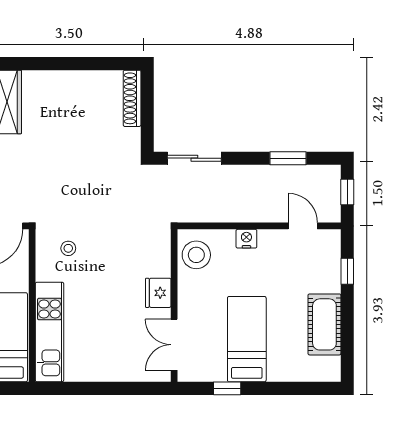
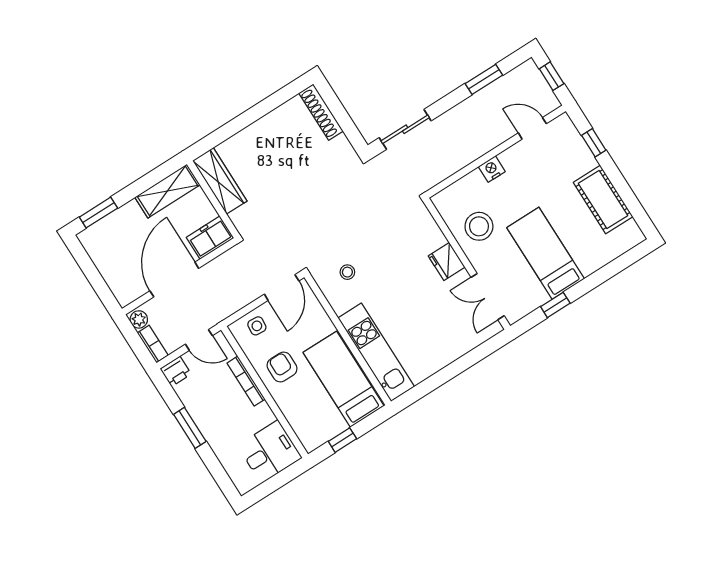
stool: (196, 255) -> (479, 226), moved

